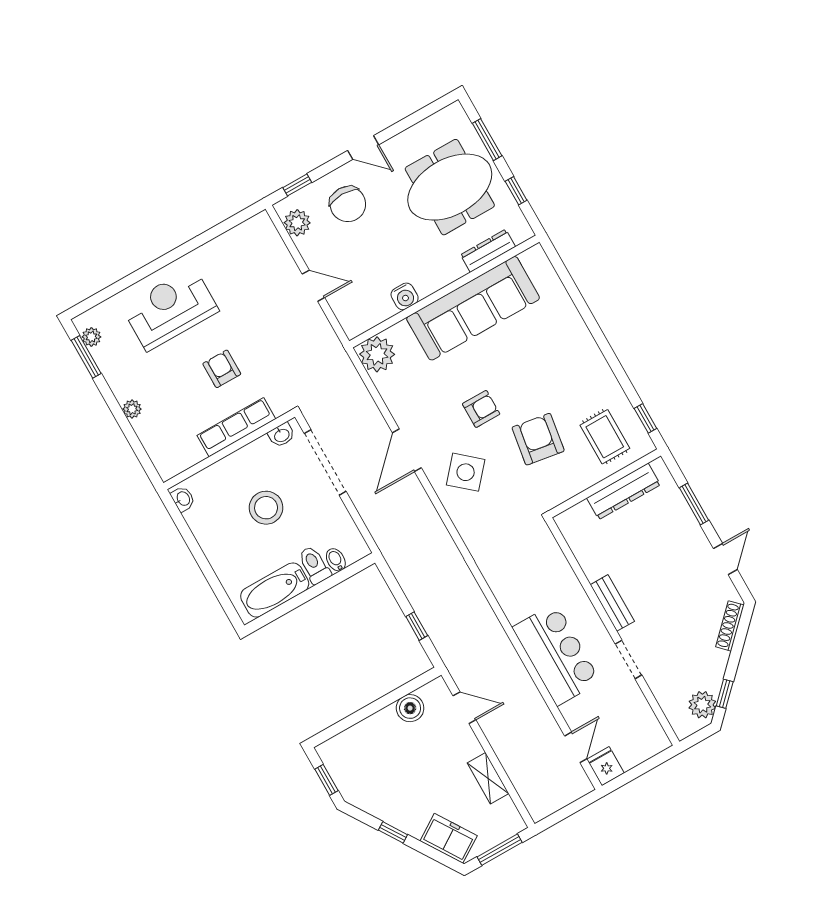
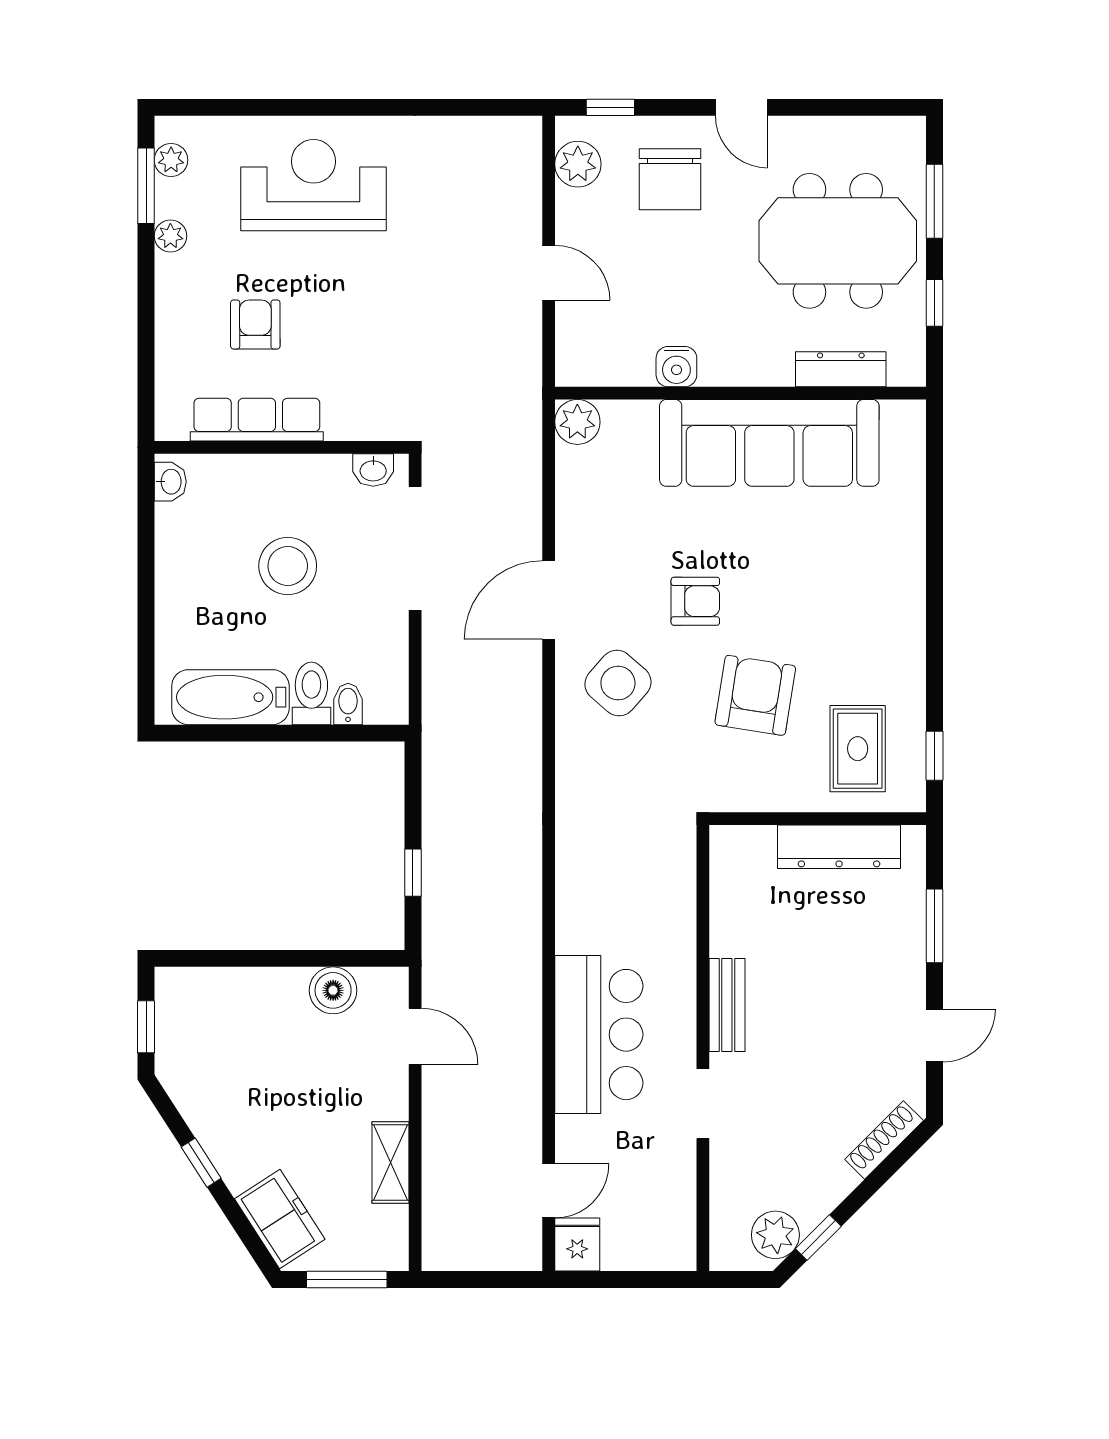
plant: (377, 354) -> (577, 422), width x0.73, depth x0.73
armchair: (222, 369) -> (255, 325), moved
plant: (132, 409) -> (170, 236), moved
row of seats: (236, 427) -> (257, 420), moved

